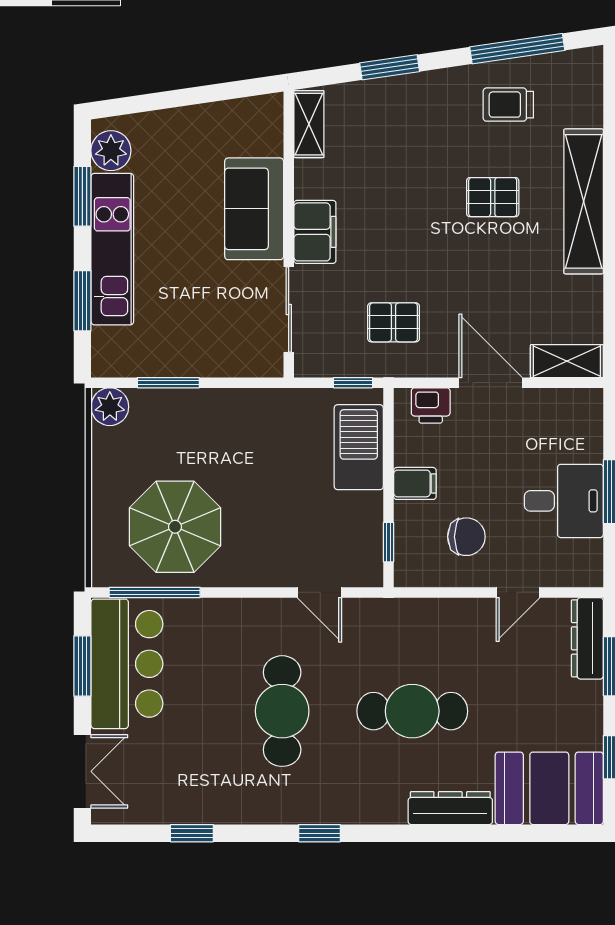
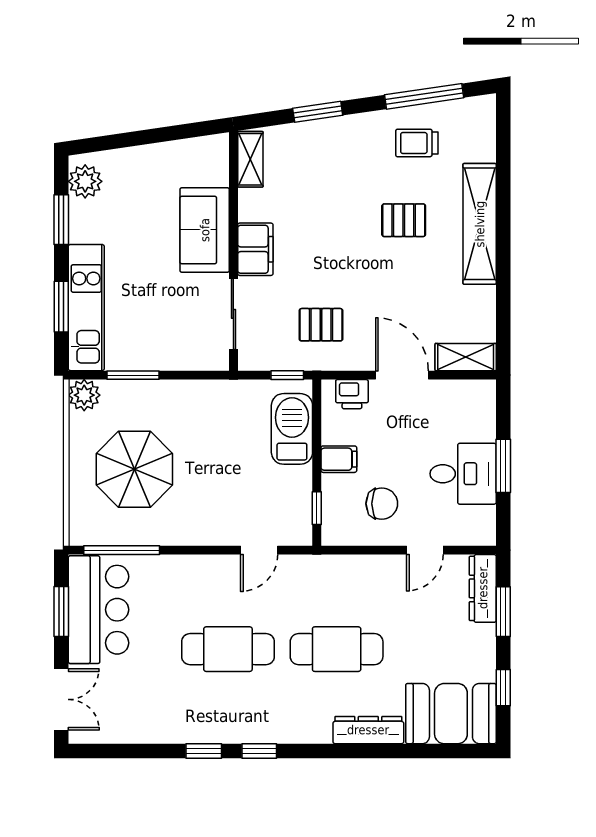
kitchen unit: (112, 249) -> (86, 308), moved
parasol: (175, 527) -> (134, 469), moved
door: (319, 592) -> (259, 550), hinge flipped
cafe table: (282, 711) -> (228, 649), turned 90
window: (192, 833) -> (204, 751), moved

